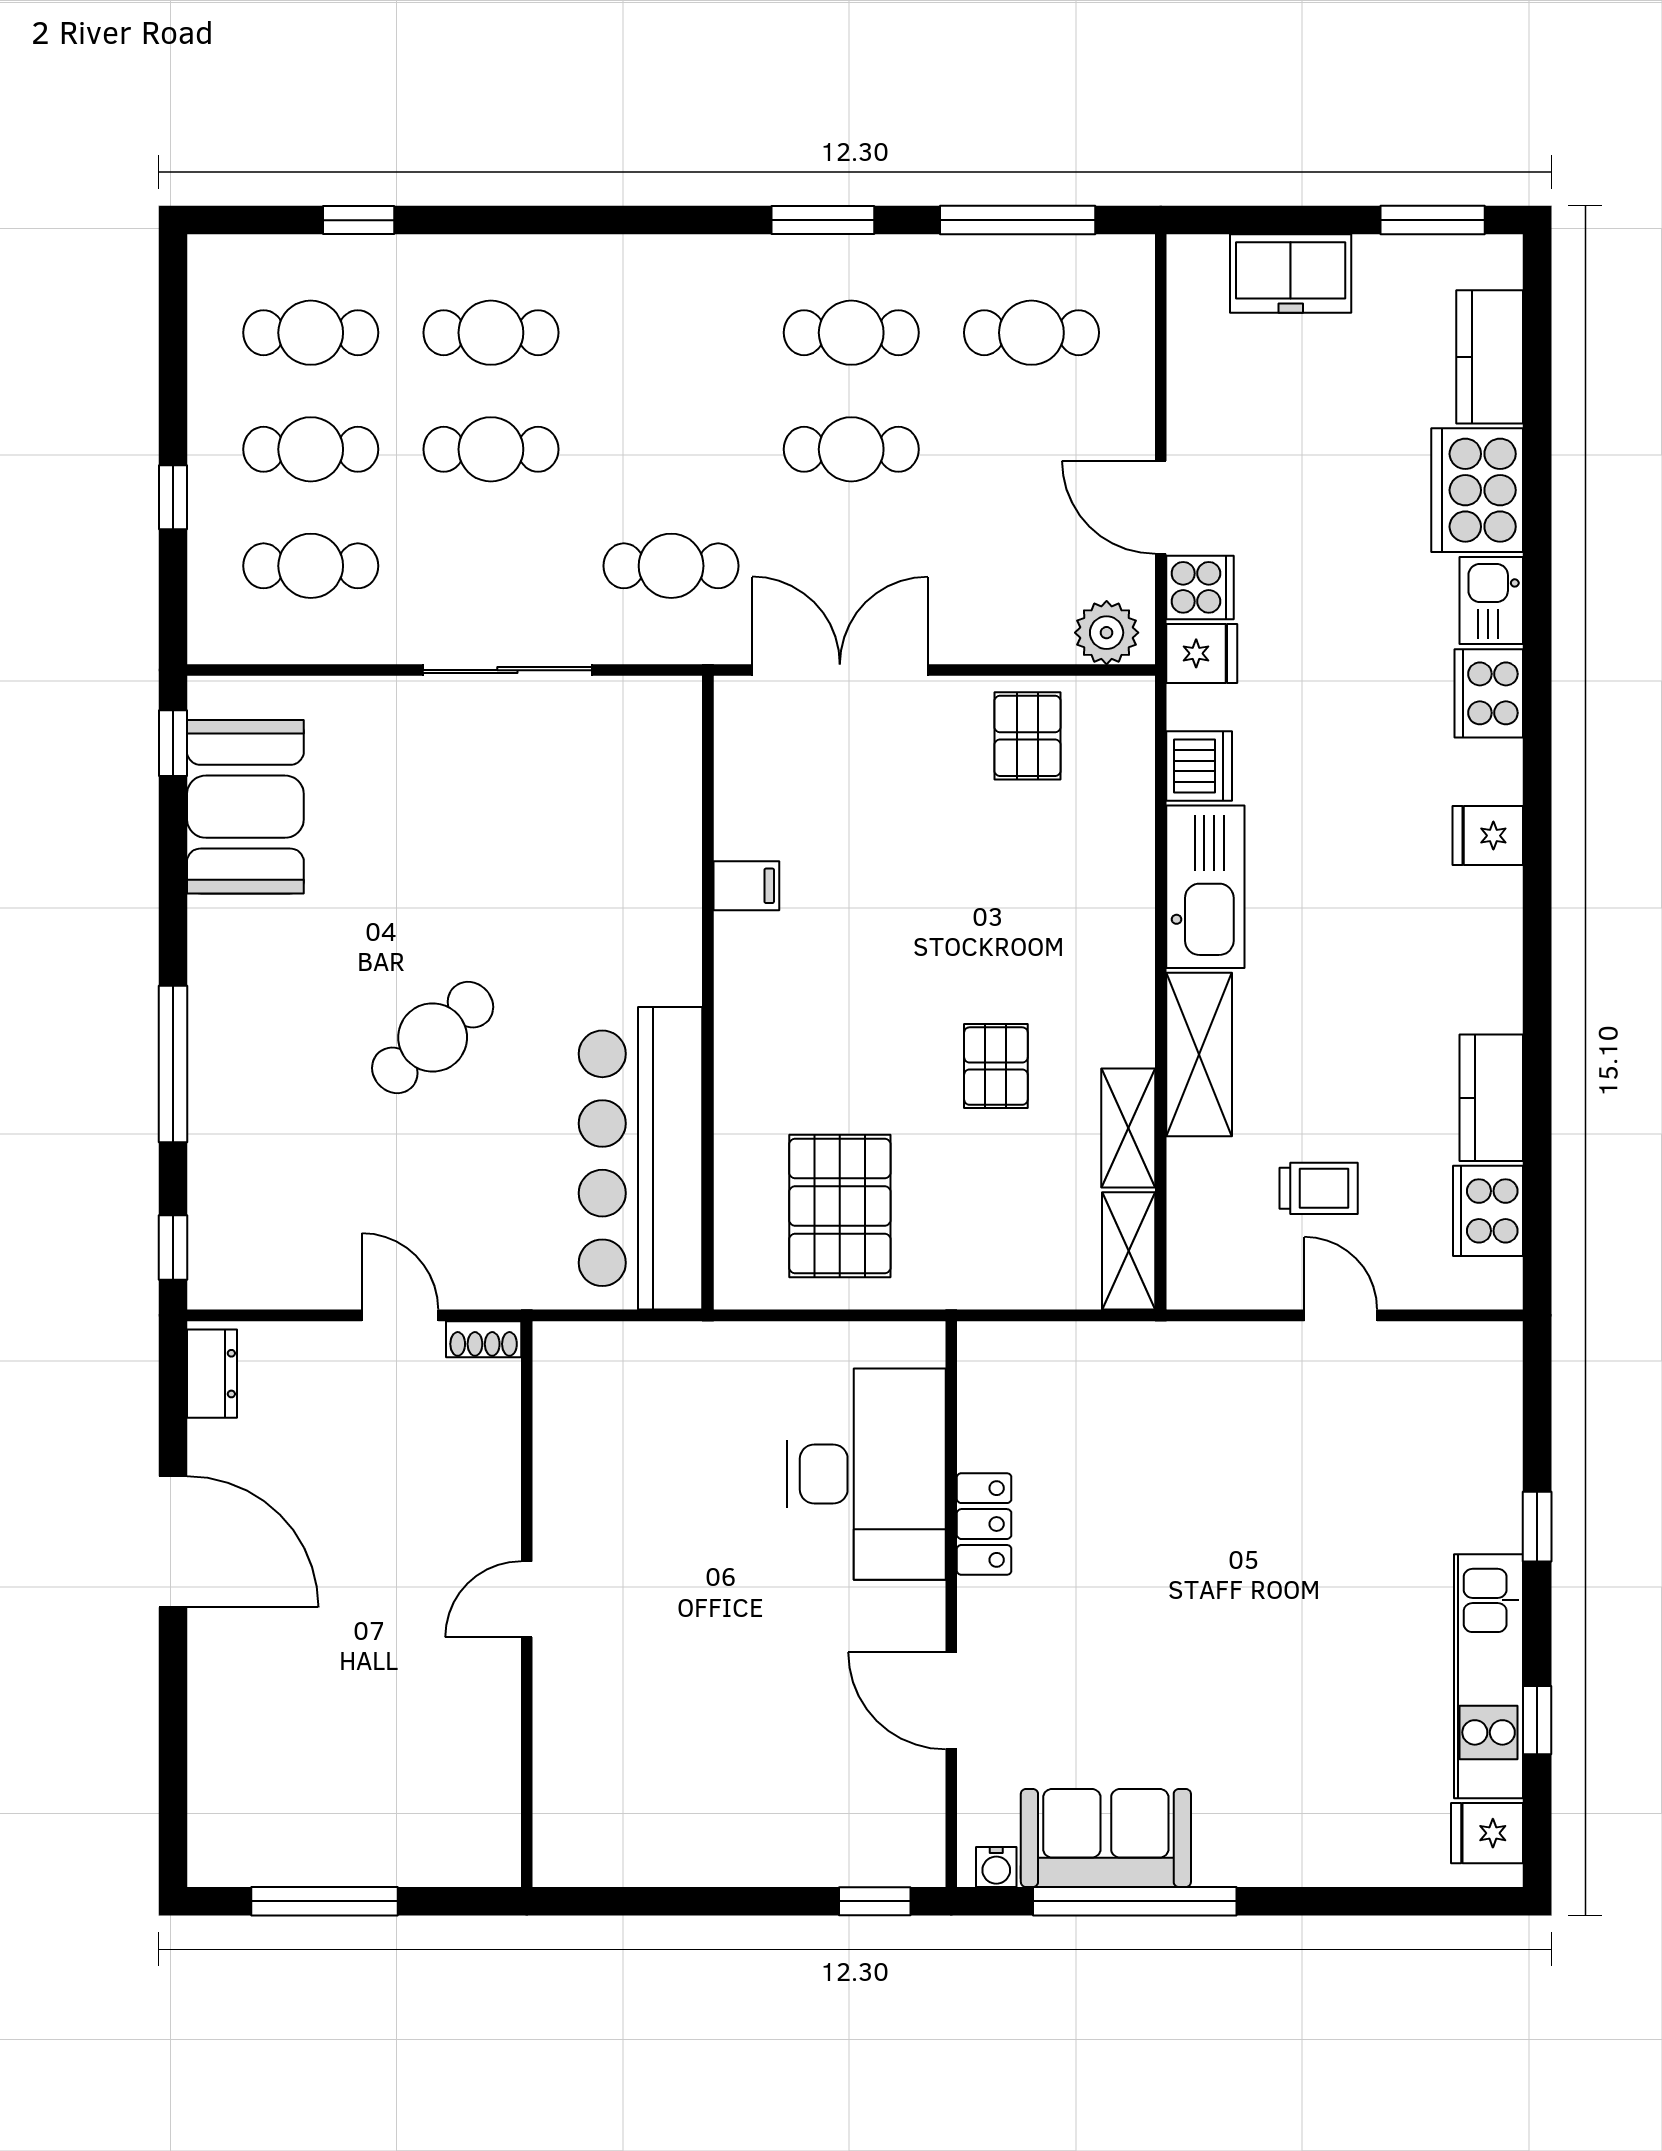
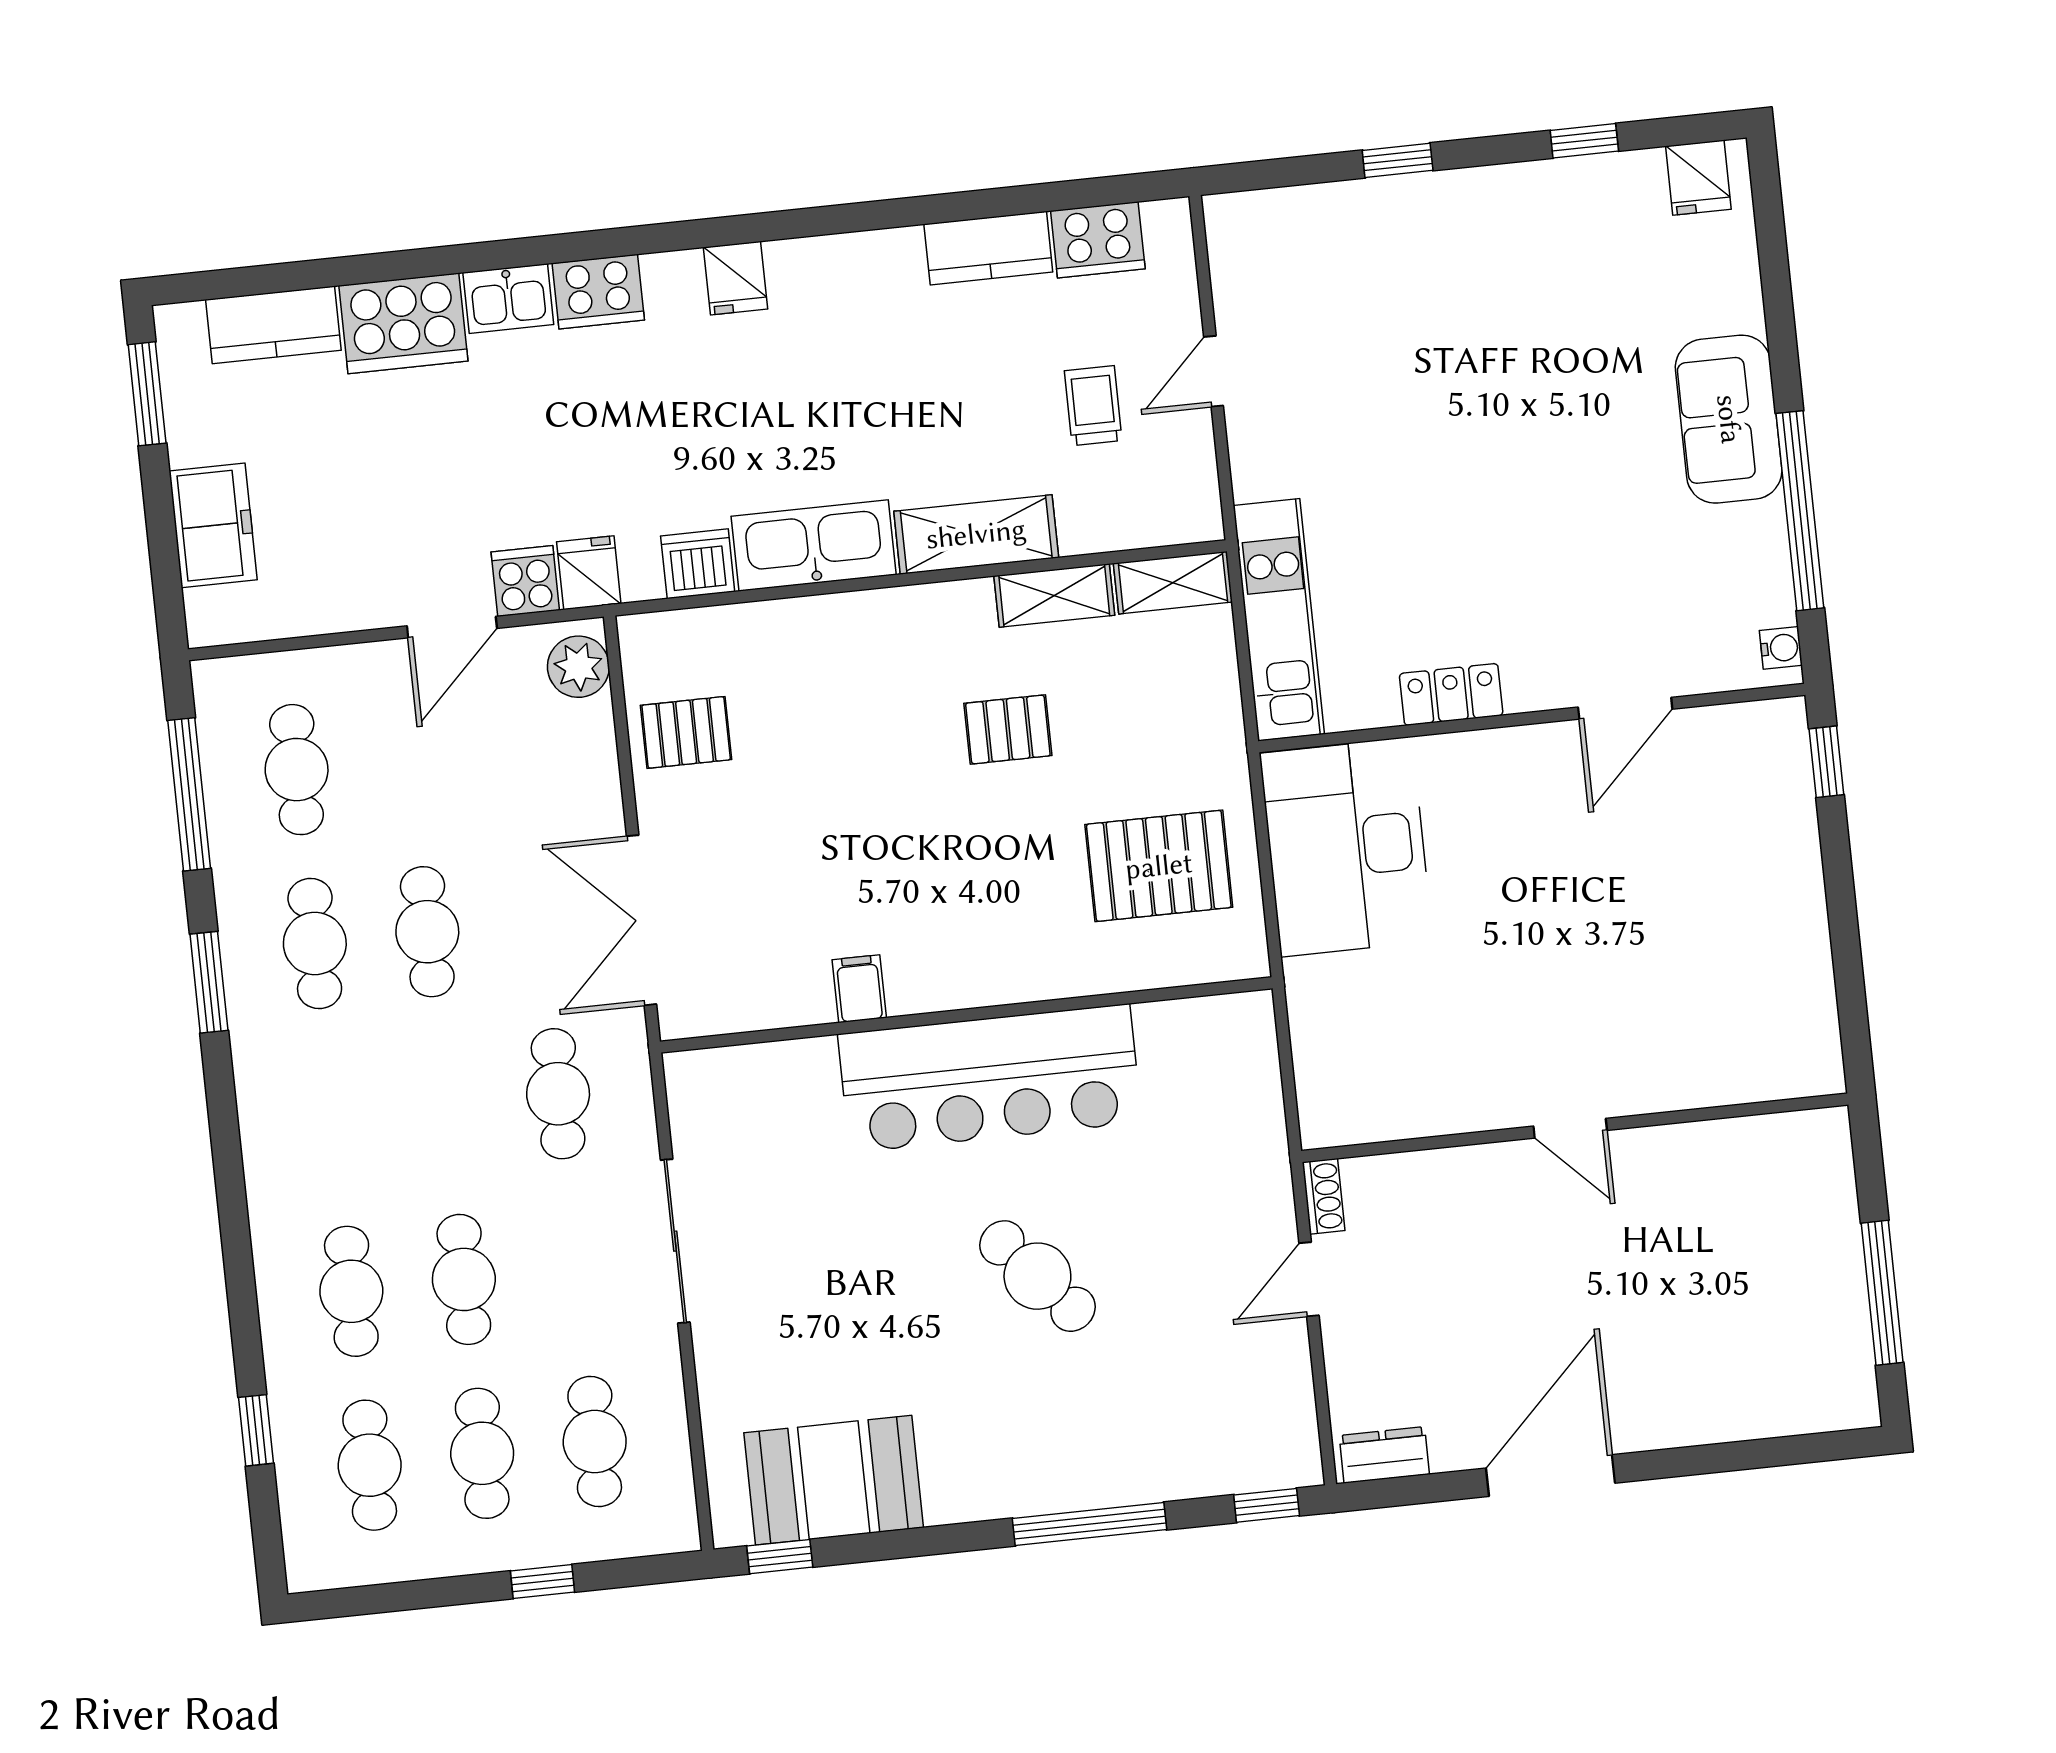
bar counter: (641, 1158) -> (990, 1078), moved
desk: (866, 1474) -> (1346, 847), moved, turned -90
kitchen unit: (1489, 1676) -> (1279, 620), moved, turned -90
sofa: (1106, 1838) -> (1729, 419), moved

